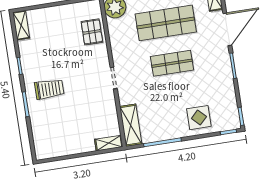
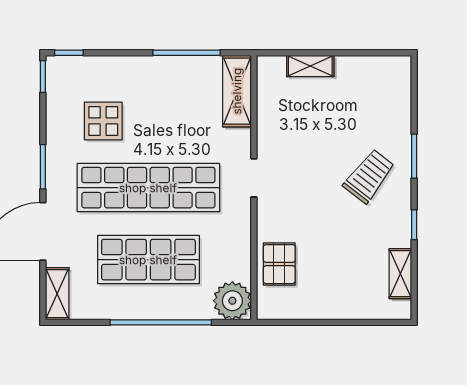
shelving: (21, 25) -> (400, 274), moved
shop shelf: (172, 63) -> (148, 188), width x2.00, depth x1.36
trolley: (49, 89) -> (369, 176), turned 128
display table: (199, 118) -> (103, 121), moved
shelving: (109, 143) -> (310, 66), moved

